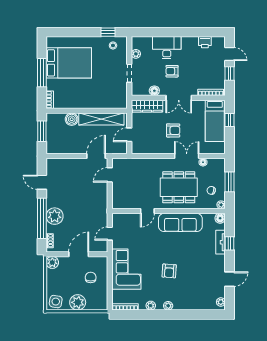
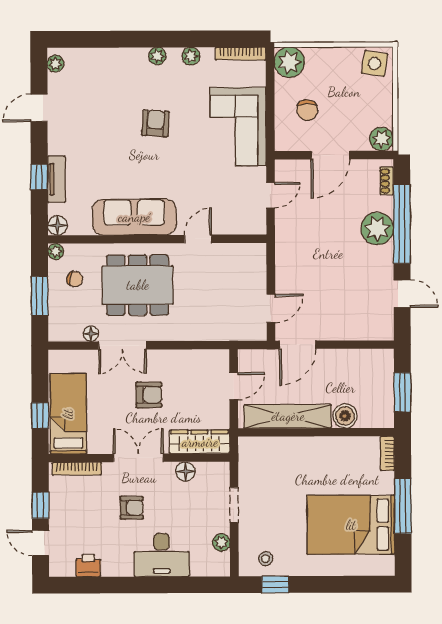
armchair: (172, 71) -> (132, 508), moved
armchair: (173, 130) -> (149, 395), turned 180
plant: (78, 302) -> (289, 62), moved

